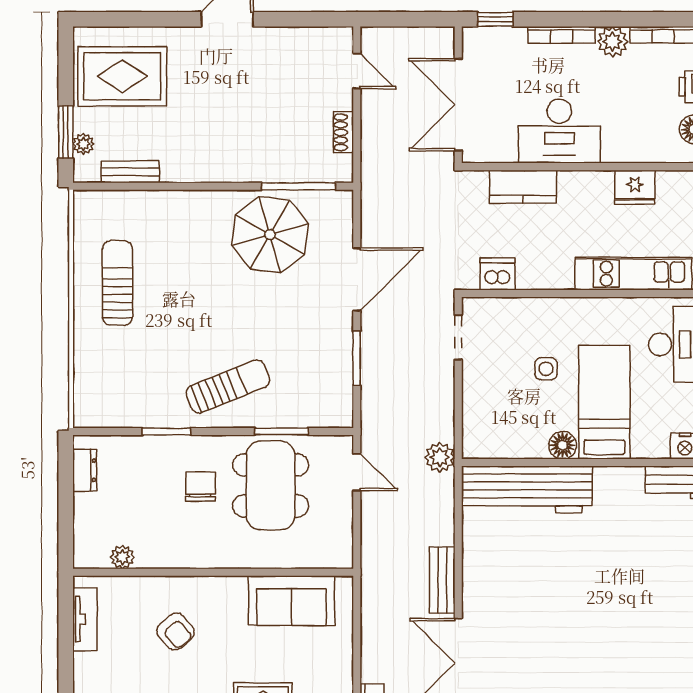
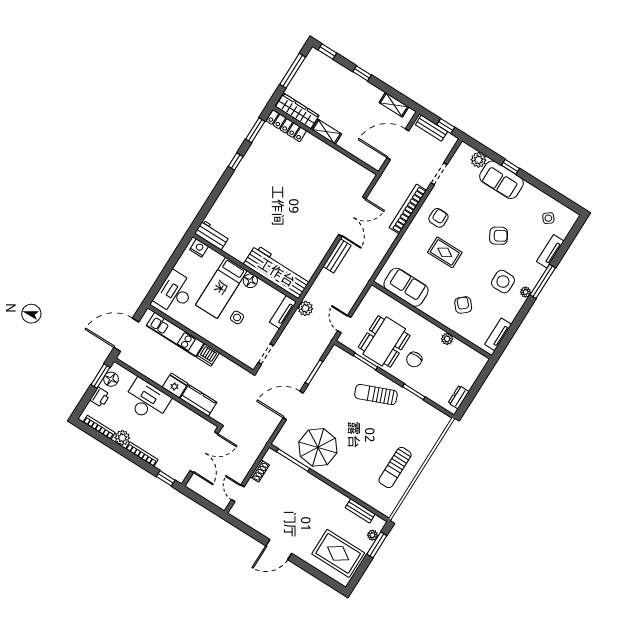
desk: (559, 131) -> (147, 400), moved
fridge: (635, 187) -> (175, 385), moved
dishwasher: (498, 274) -> (208, 355), moved
tv unit: (474, 427) -> (283, 312), added
plant: (122, 557) -> (447, 339), moved

